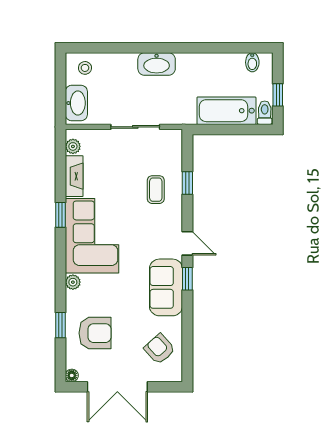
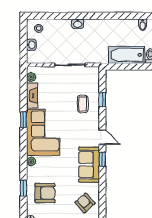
washbasin: (157, 64) -> (78, 24), width x0.52, depth x0.69
washbasin: (76, 103) -> (31, 45), width x0.52, depth x0.69

